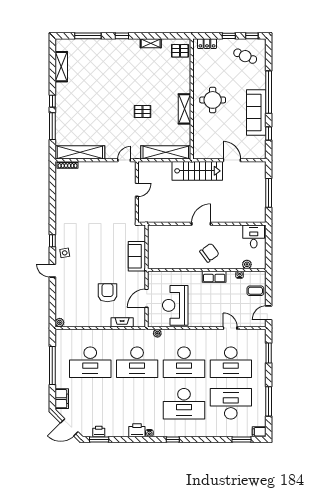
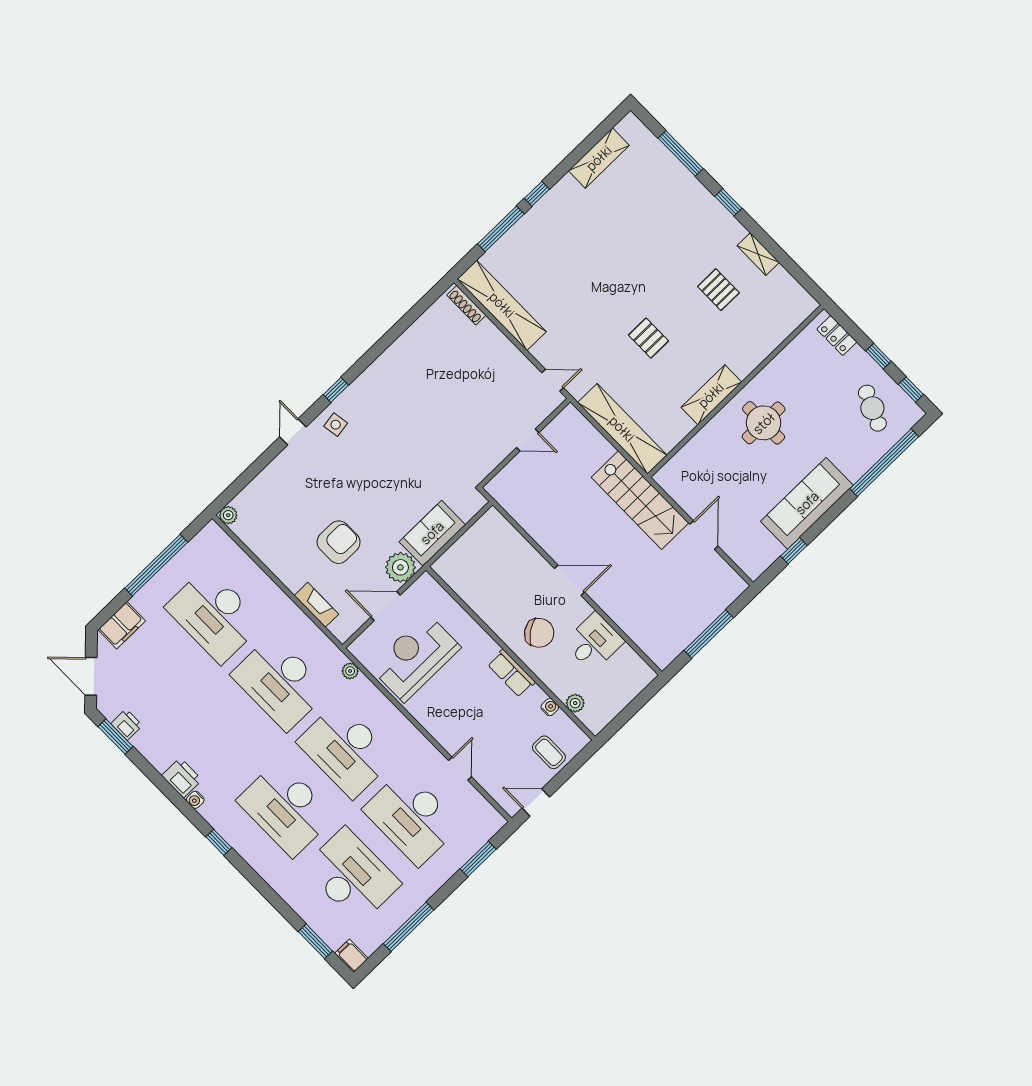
pallet: (180, 51) -> (718, 290), moved
window: (269, 92) -> (884, 463), moved
desk: (254, 236) -> (594, 642), moved
plant: (138, 279) -> (400, 567), added

